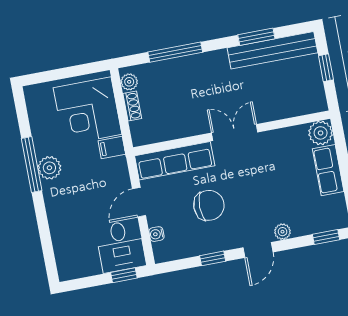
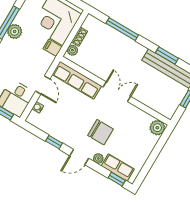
plant: (129, 82) -> (72, 50), moved
row of seats: (328, 170) -> (118, 168), moved, turned 90
door: (139, 202) -> (43, 85), swing flipped
chair: (209, 205) -> (100, 132), moved

